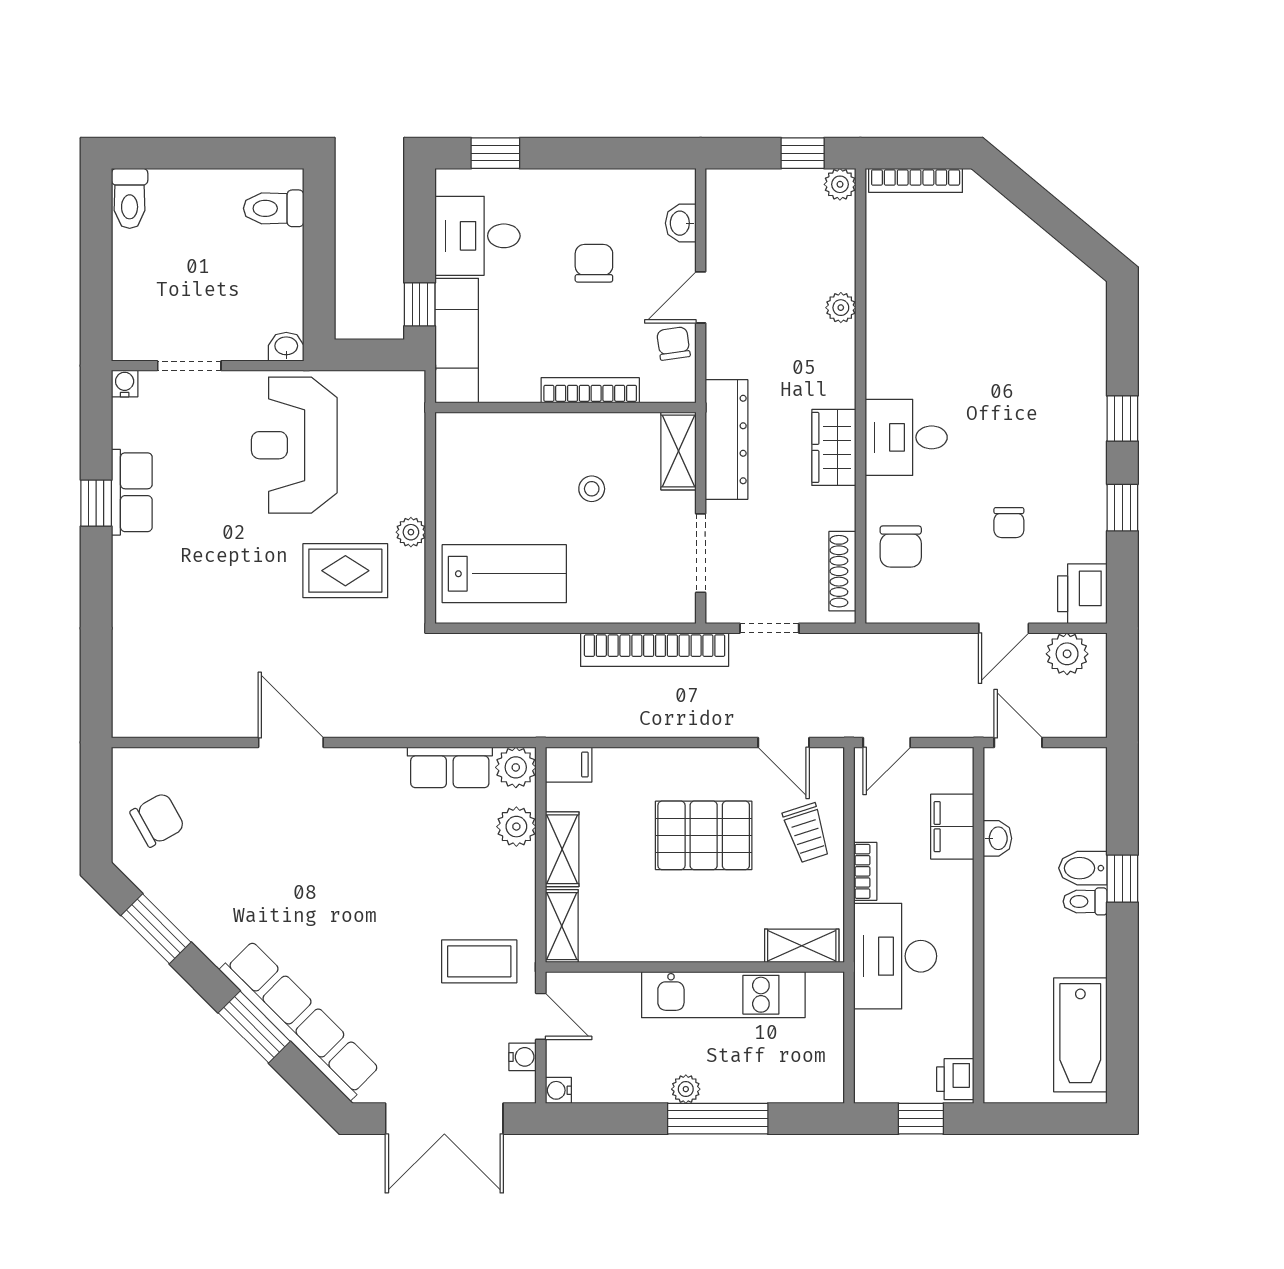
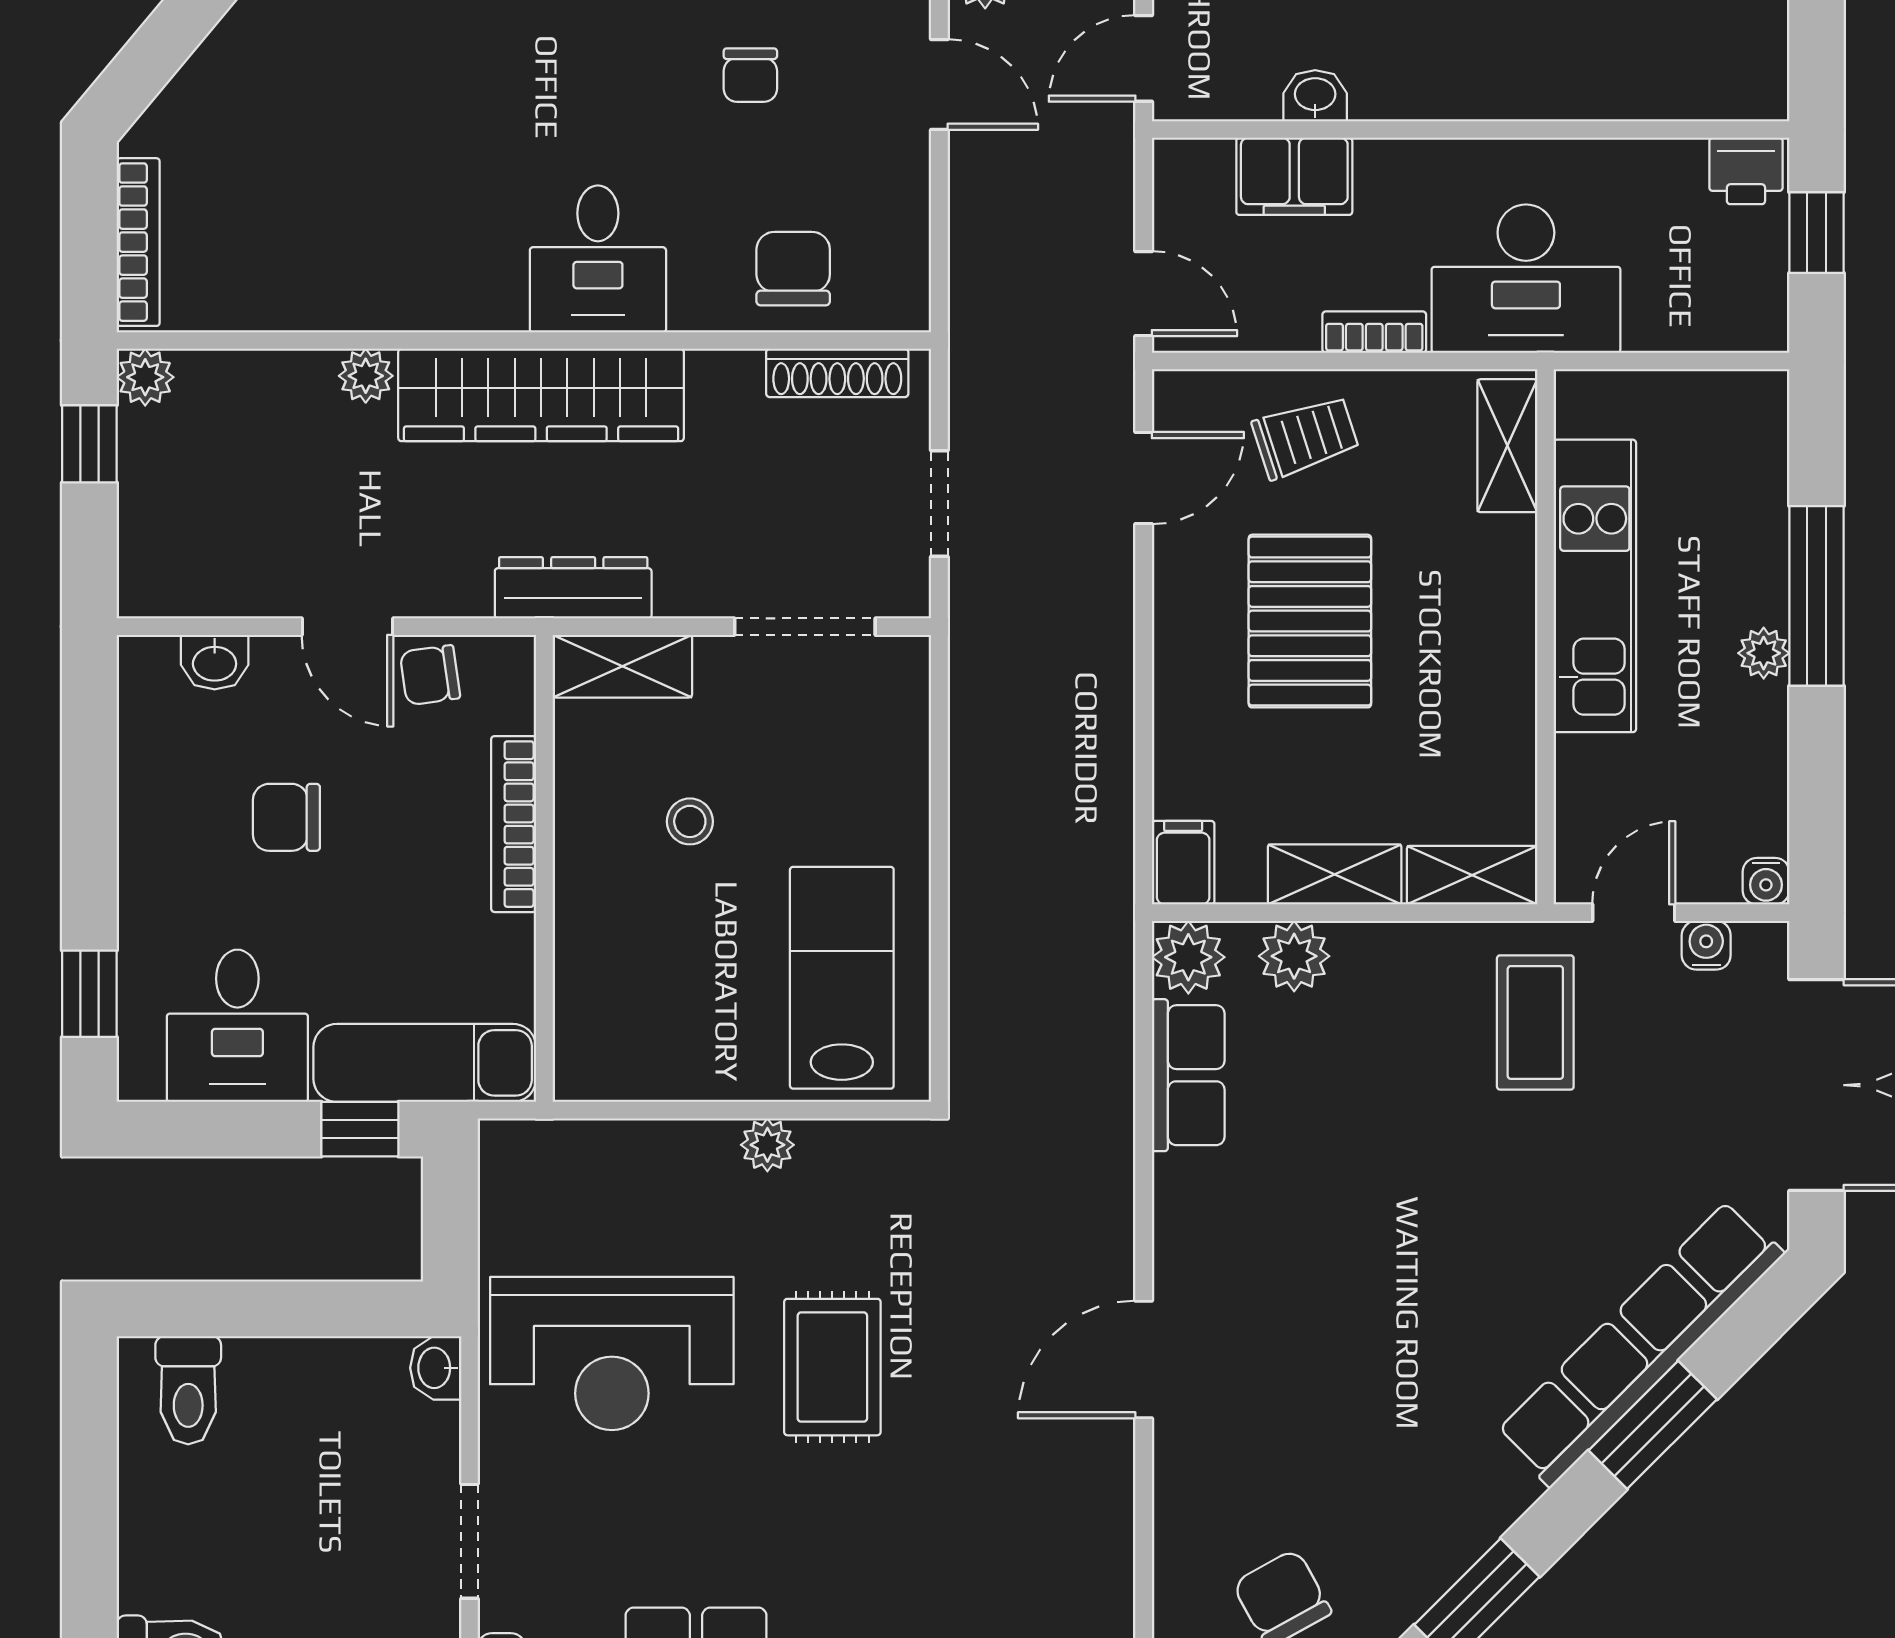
dresser: (726, 440) -> (573, 588), width x0.73, depth x0.80
wardrobe: (834, 447) -> (541, 395), width x2.10, depth x1.17
chair: (1009, 523) -> (750, 75), turned 90
chair: (901, 547) -> (793, 269), turned -90
rug: (345, 571) -> (832, 1367), moved
bookcase: (655, 650) -> (978, 709), removed

